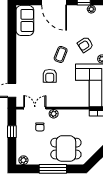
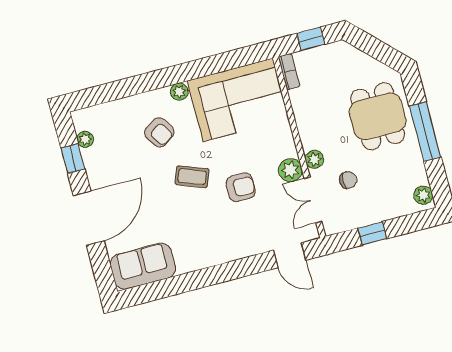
plant: (52, 101) -> (290, 170), added

